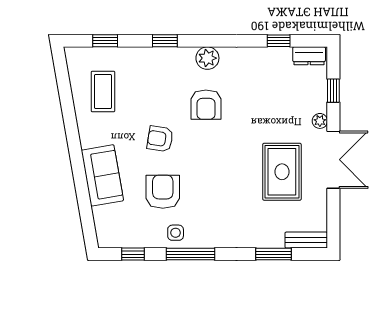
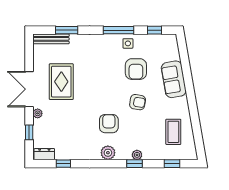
plant: (161, 55) -> (137, 155), added
bench: (306, 240) -> (51, 39), width x1.36

